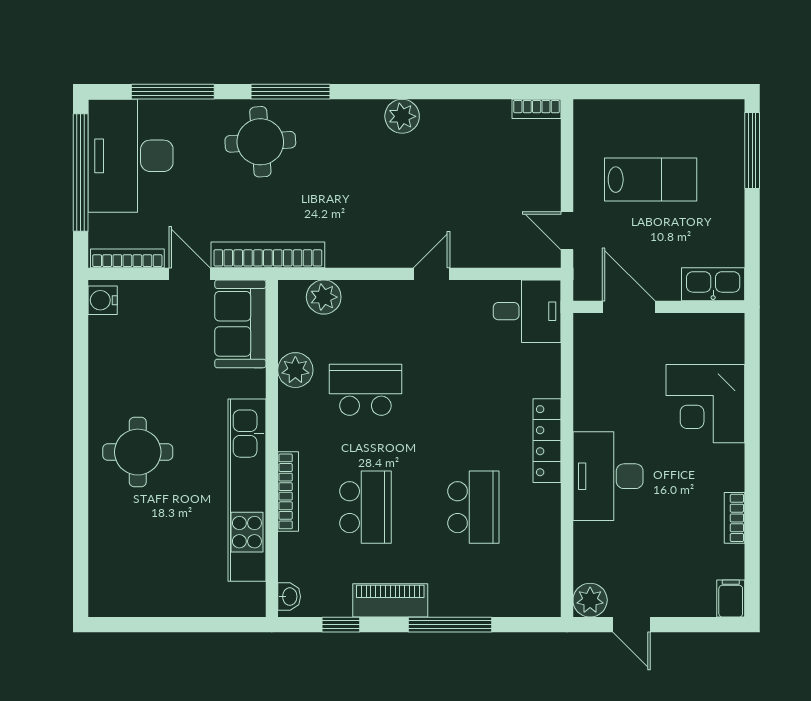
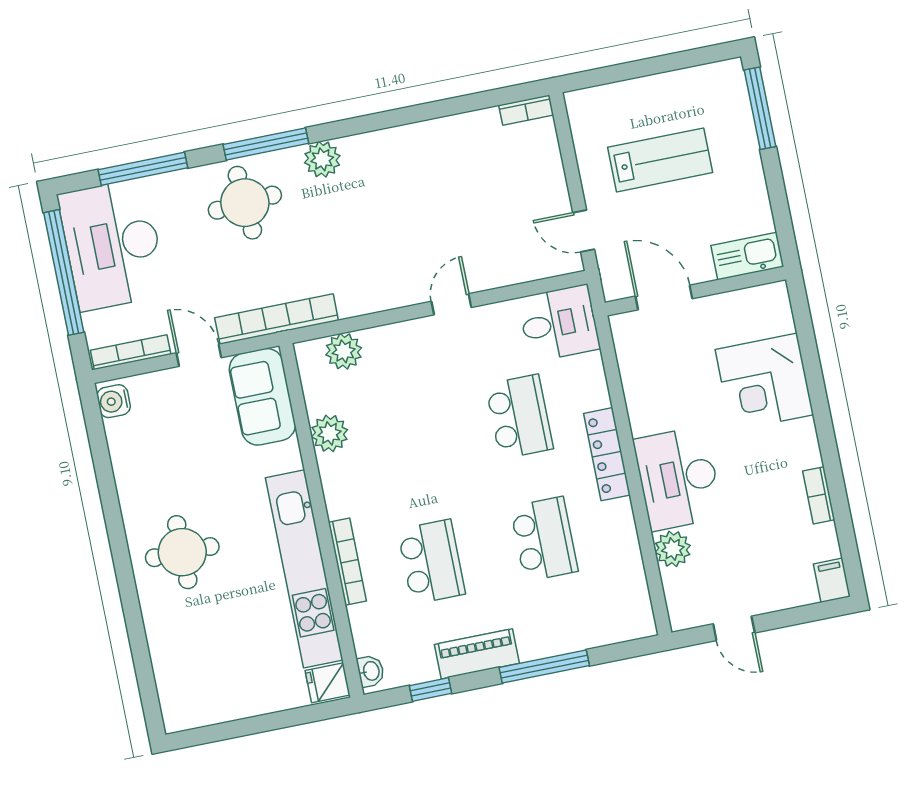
plant: (402, 116) -> (322, 159), moved
school desk: (365, 390) -> (519, 417), moved, turned 90
fridge: (247, 599) -> (328, 683), added
plant: (590, 600) -> (673, 549), moved

